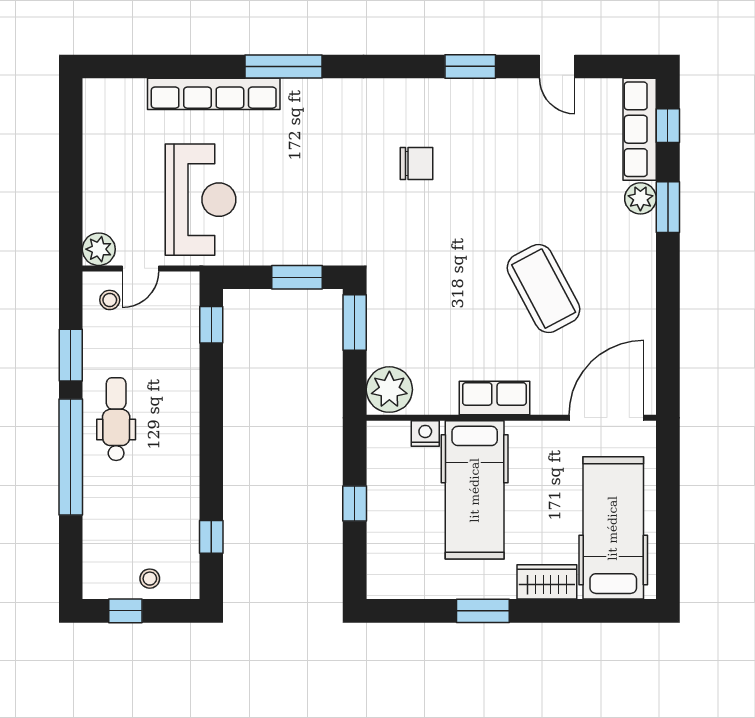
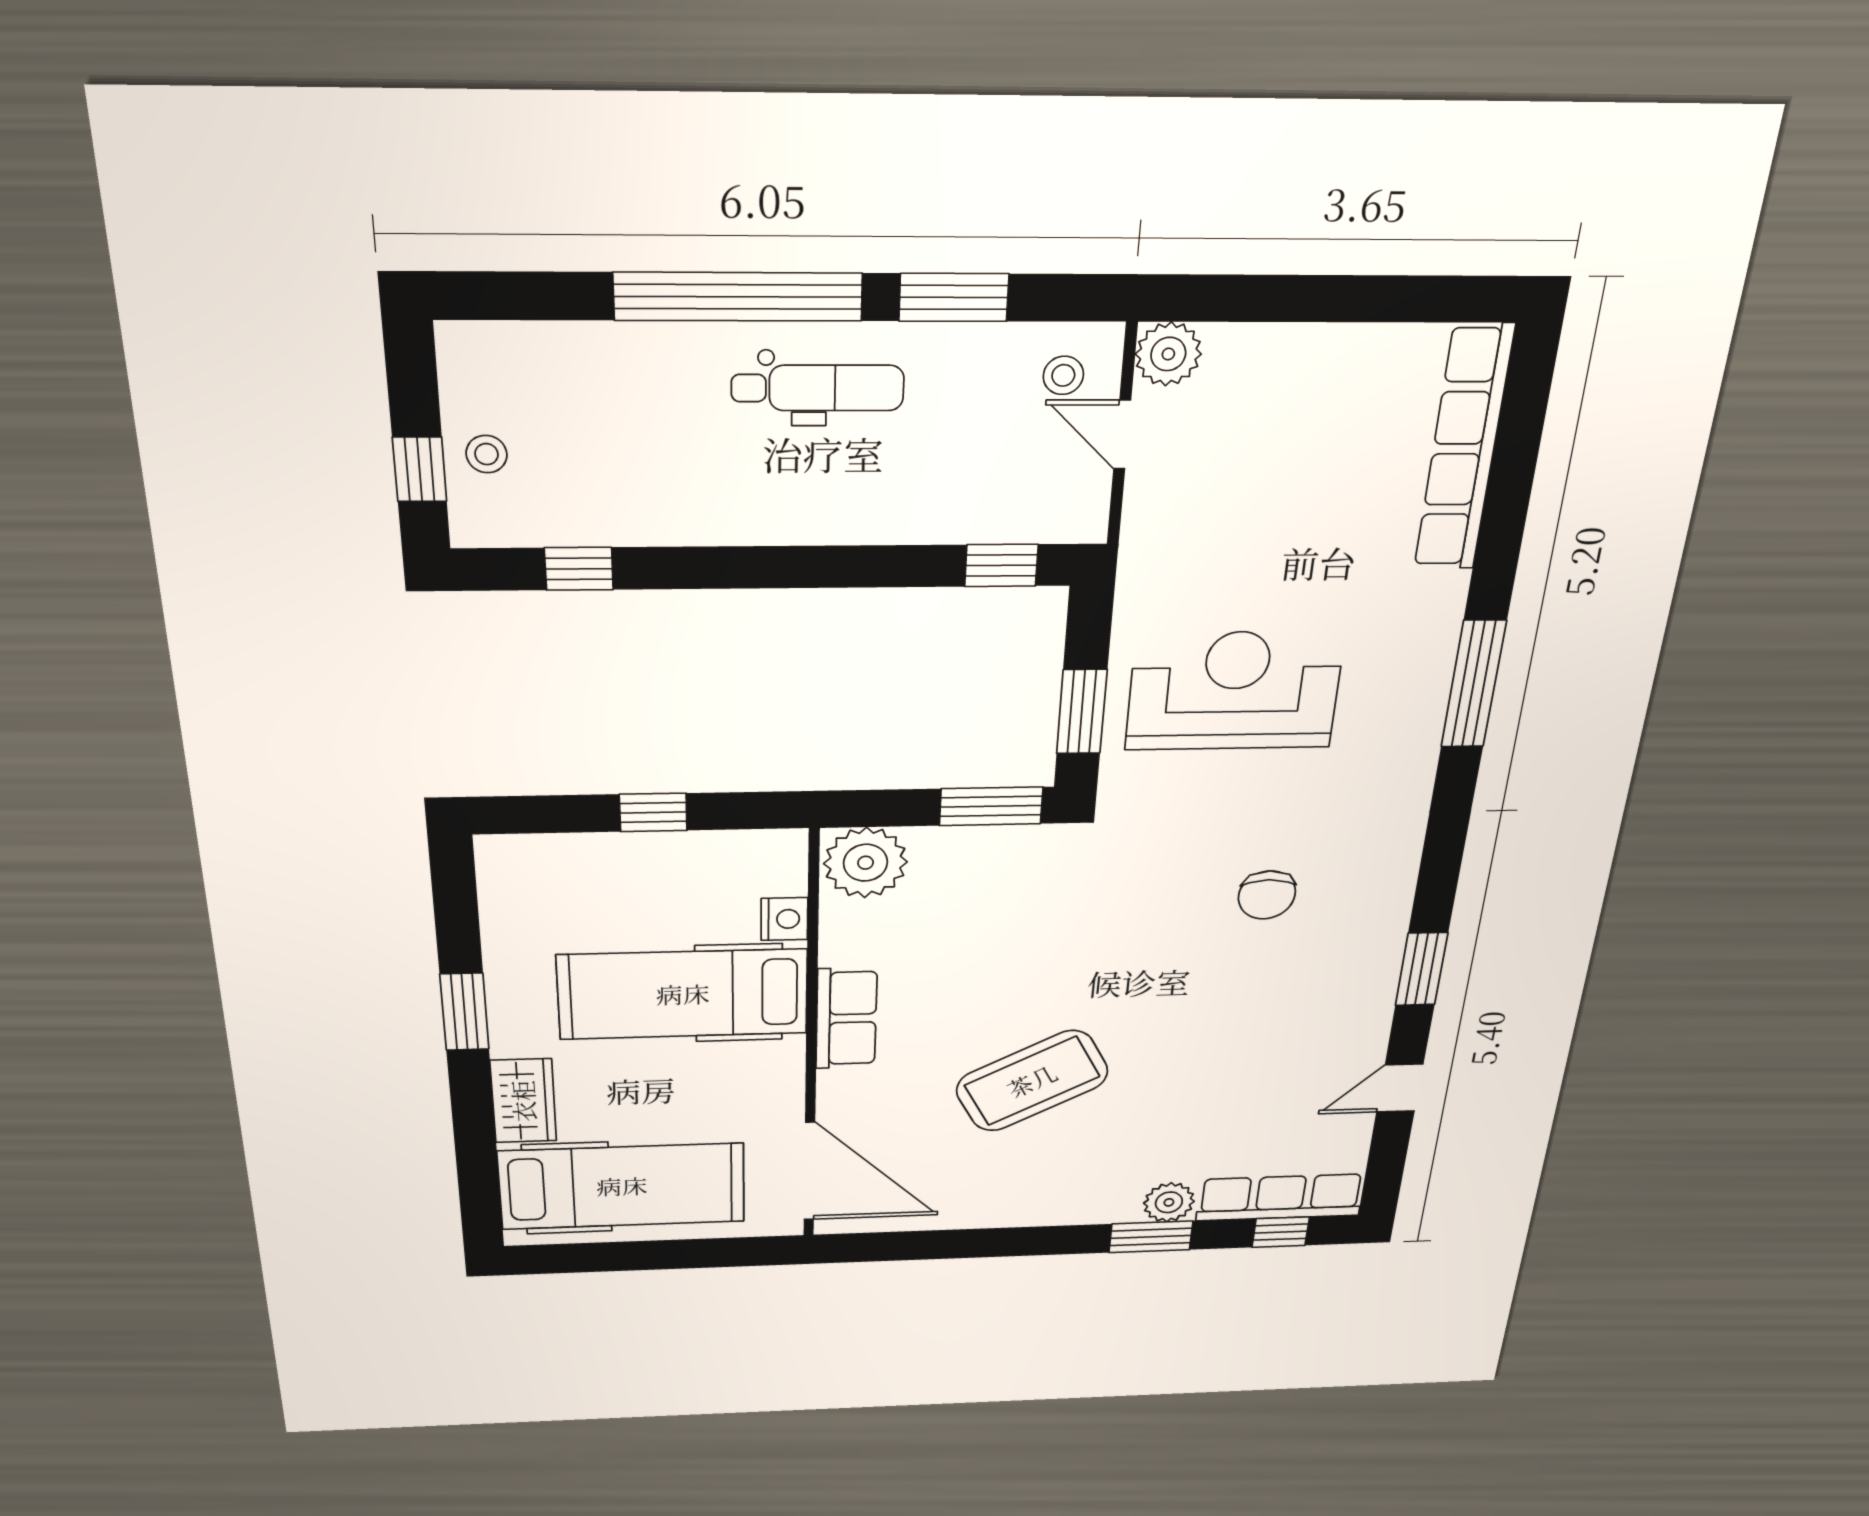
row of seats: (214, 94) -> (1464, 449), moved
reception desk: (201, 200) -> (1234, 691), moved, turned 180
window: (125, 611) -> (420, 469), moved

